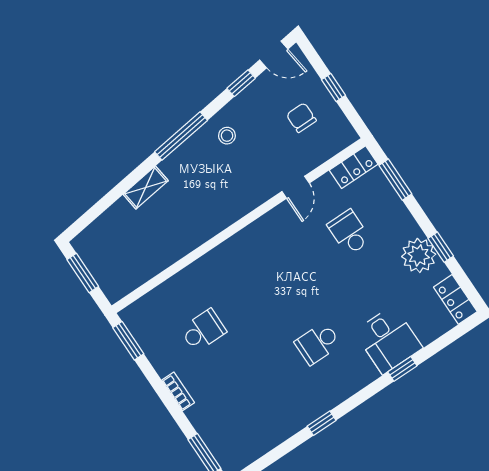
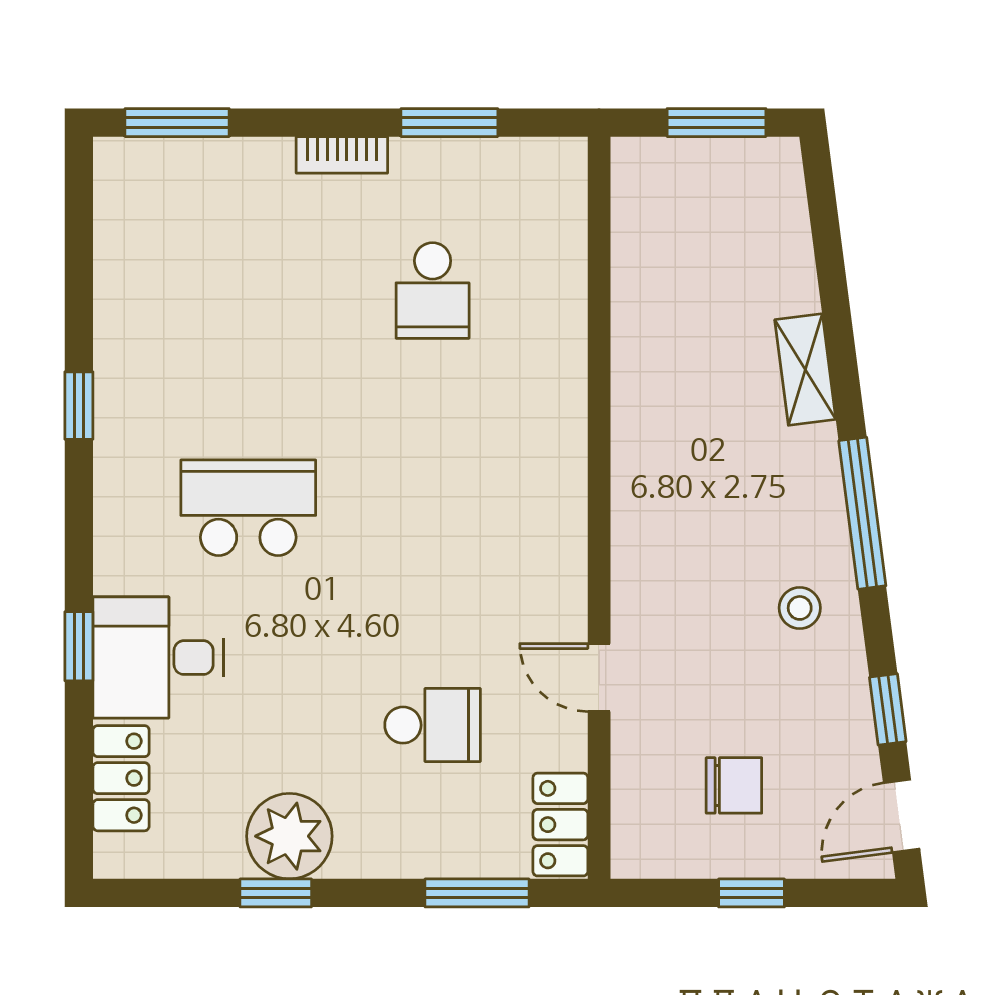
locker: (455, 299) -> (121, 778), moved, turned 90
window: (128, 341) -> (449, 123), moved
school desk: (318, 343) -> (248, 508), width x1.85

